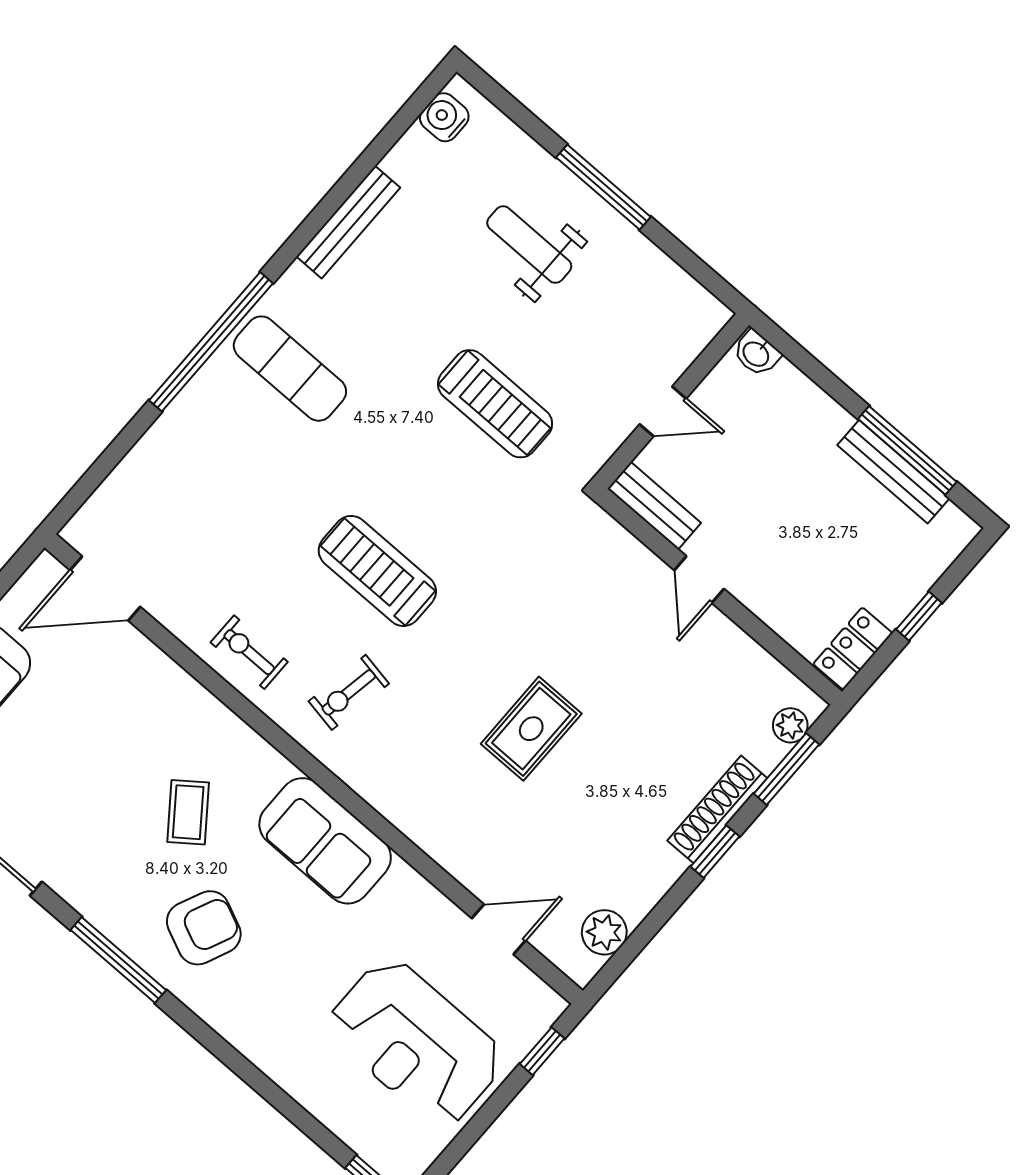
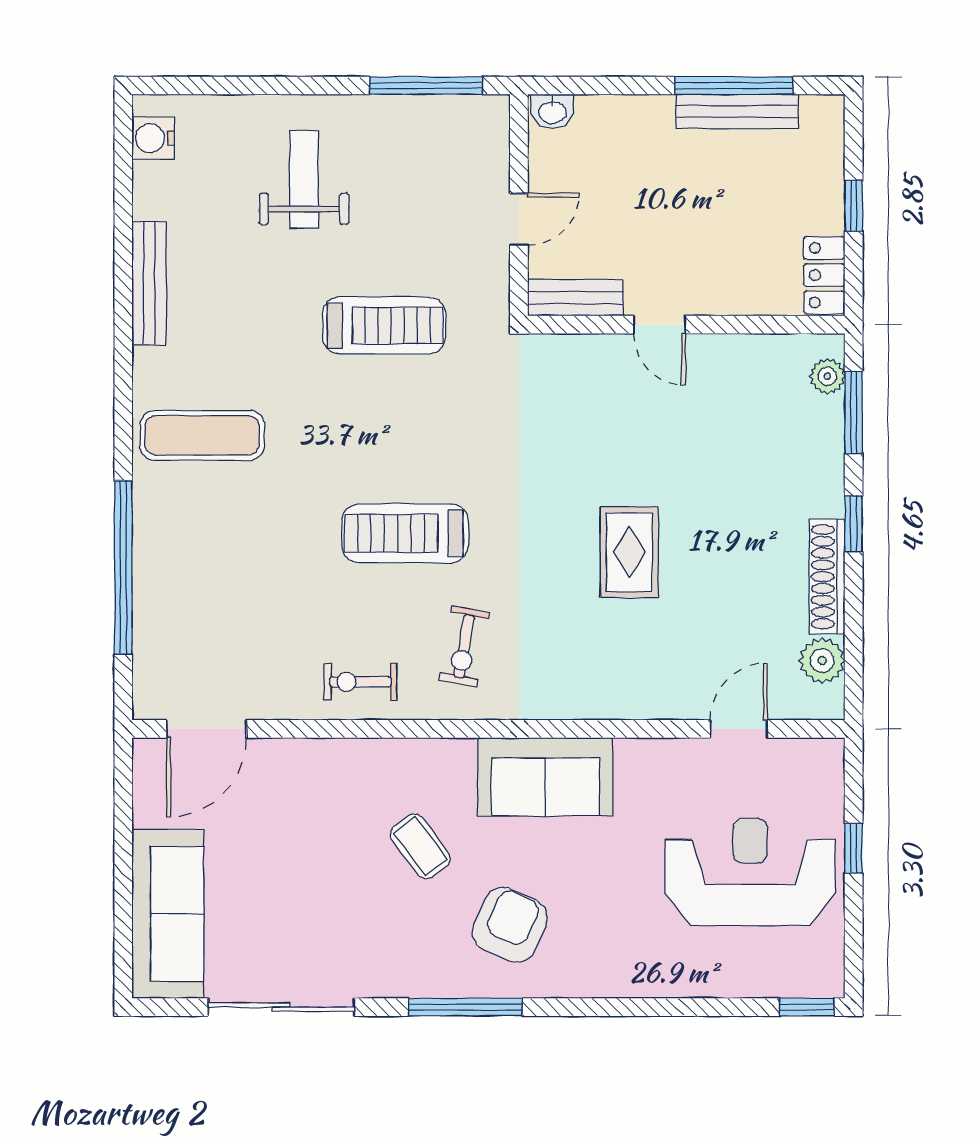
window: (603, 187) -> (426, 86), moved
weight bench: (529, 245) -> (304, 179), turned 90
window: (211, 342) -> (123, 567), moved
shoe rack: (717, 809) -> (827, 577), moved
reception desk: (416, 1042) -> (750, 872), turned 180
window: (542, 1051) -> (854, 848), moved

